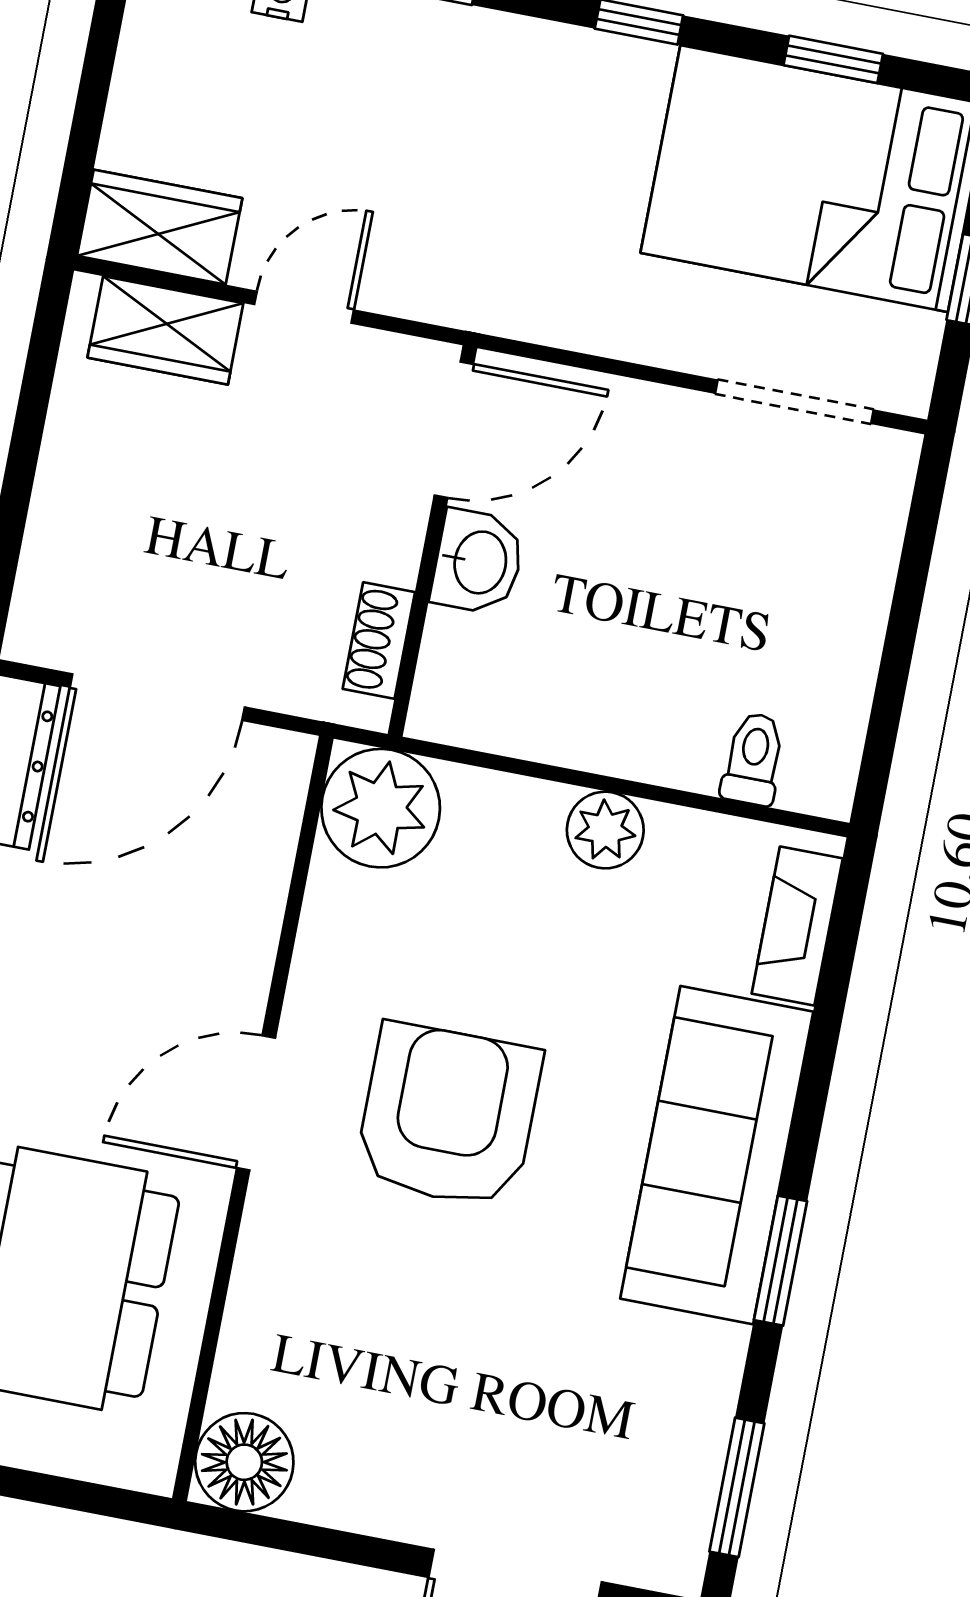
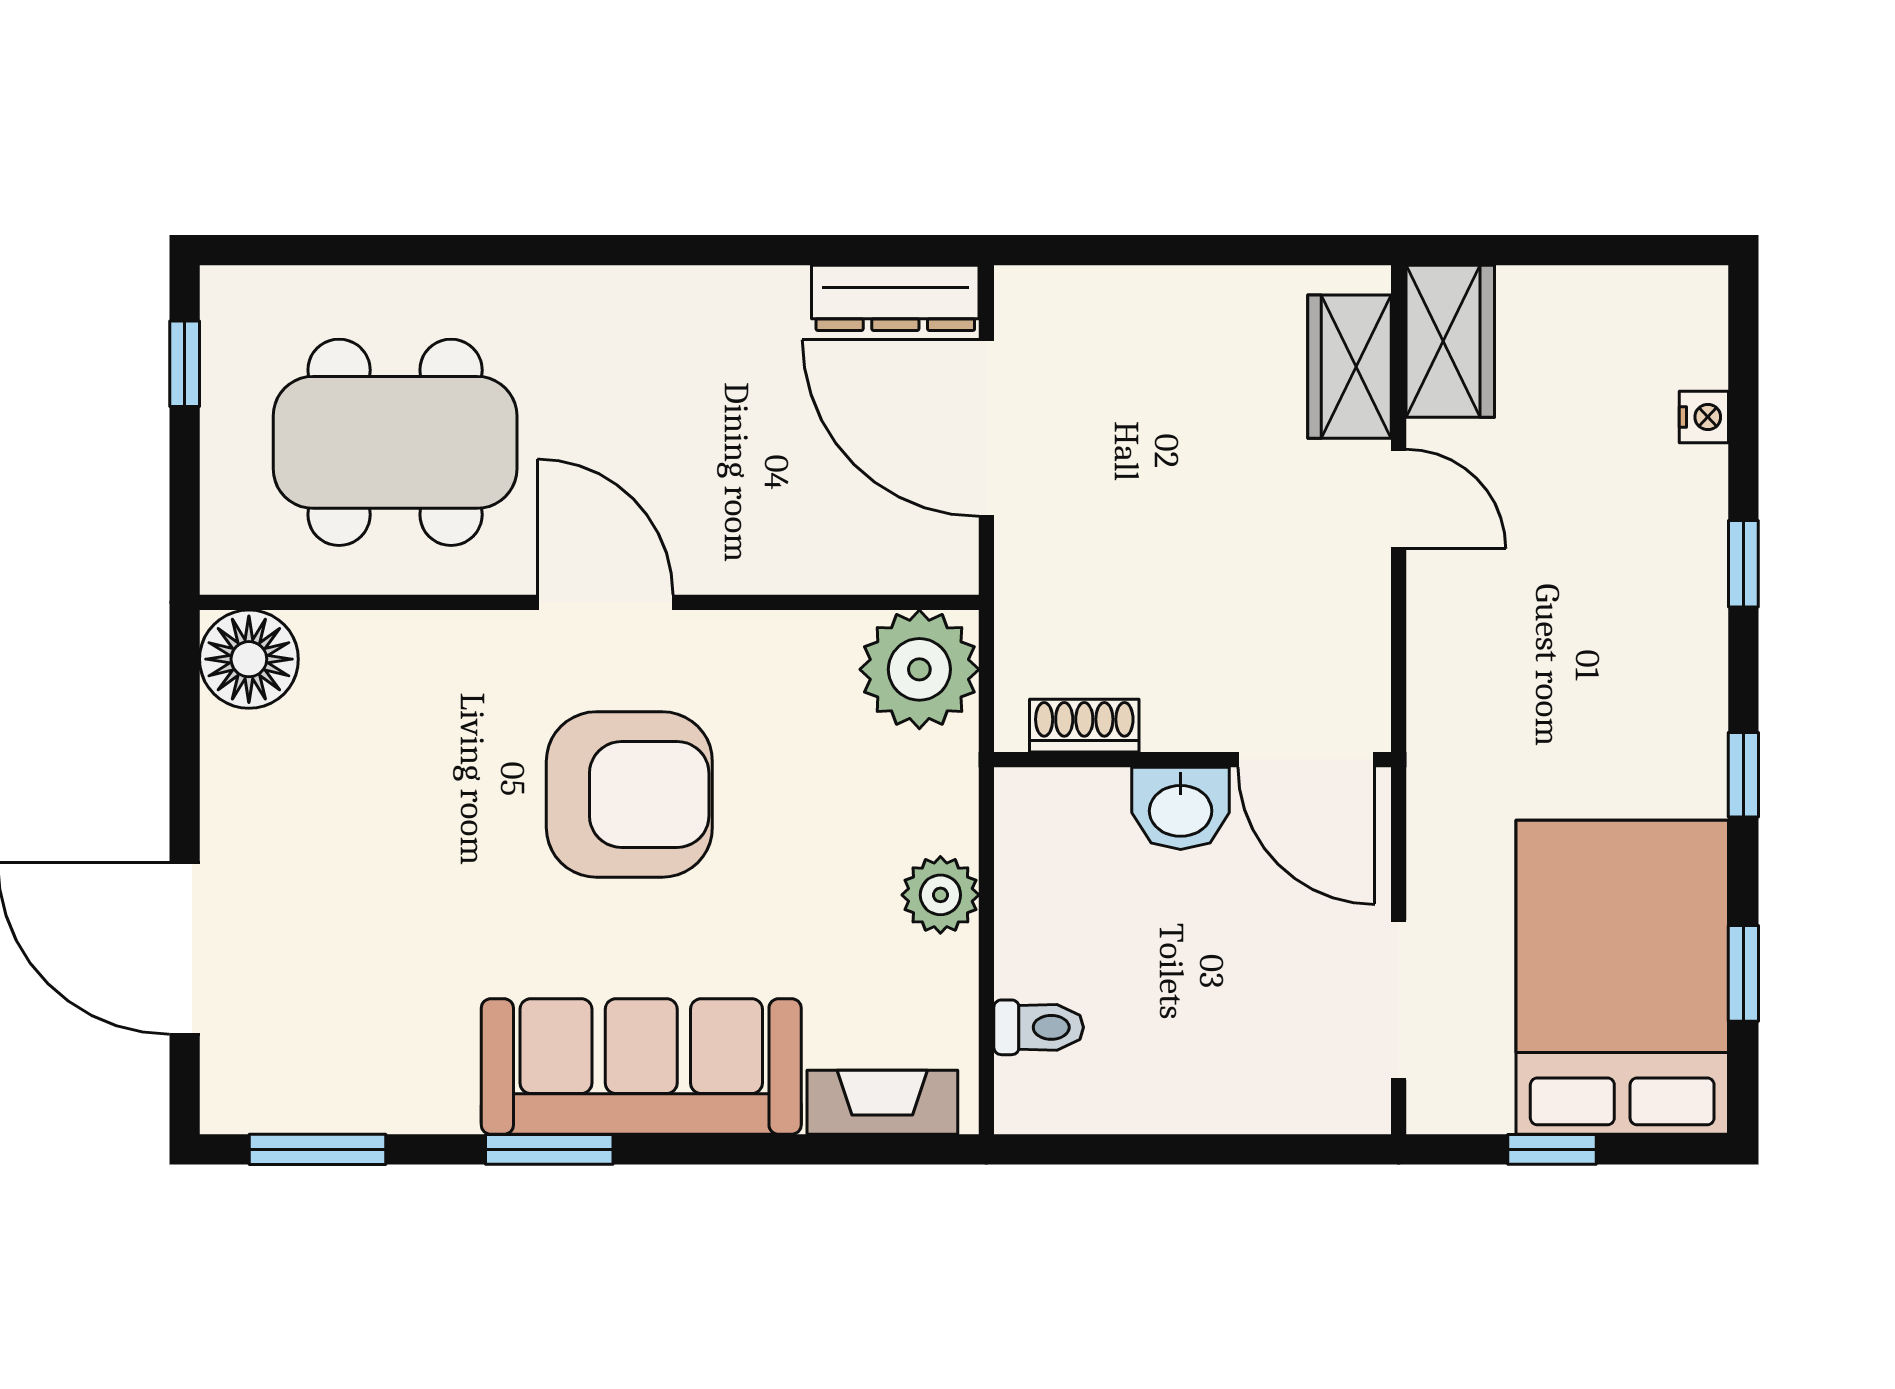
door: (454, 430) -> (1306, 760), moved
wall: (433, 541) -> (1193, 760), moved
washbasin: (478, 562) -> (1181, 808), moved
shoe rack: (379, 641) -> (1084, 726), moved

